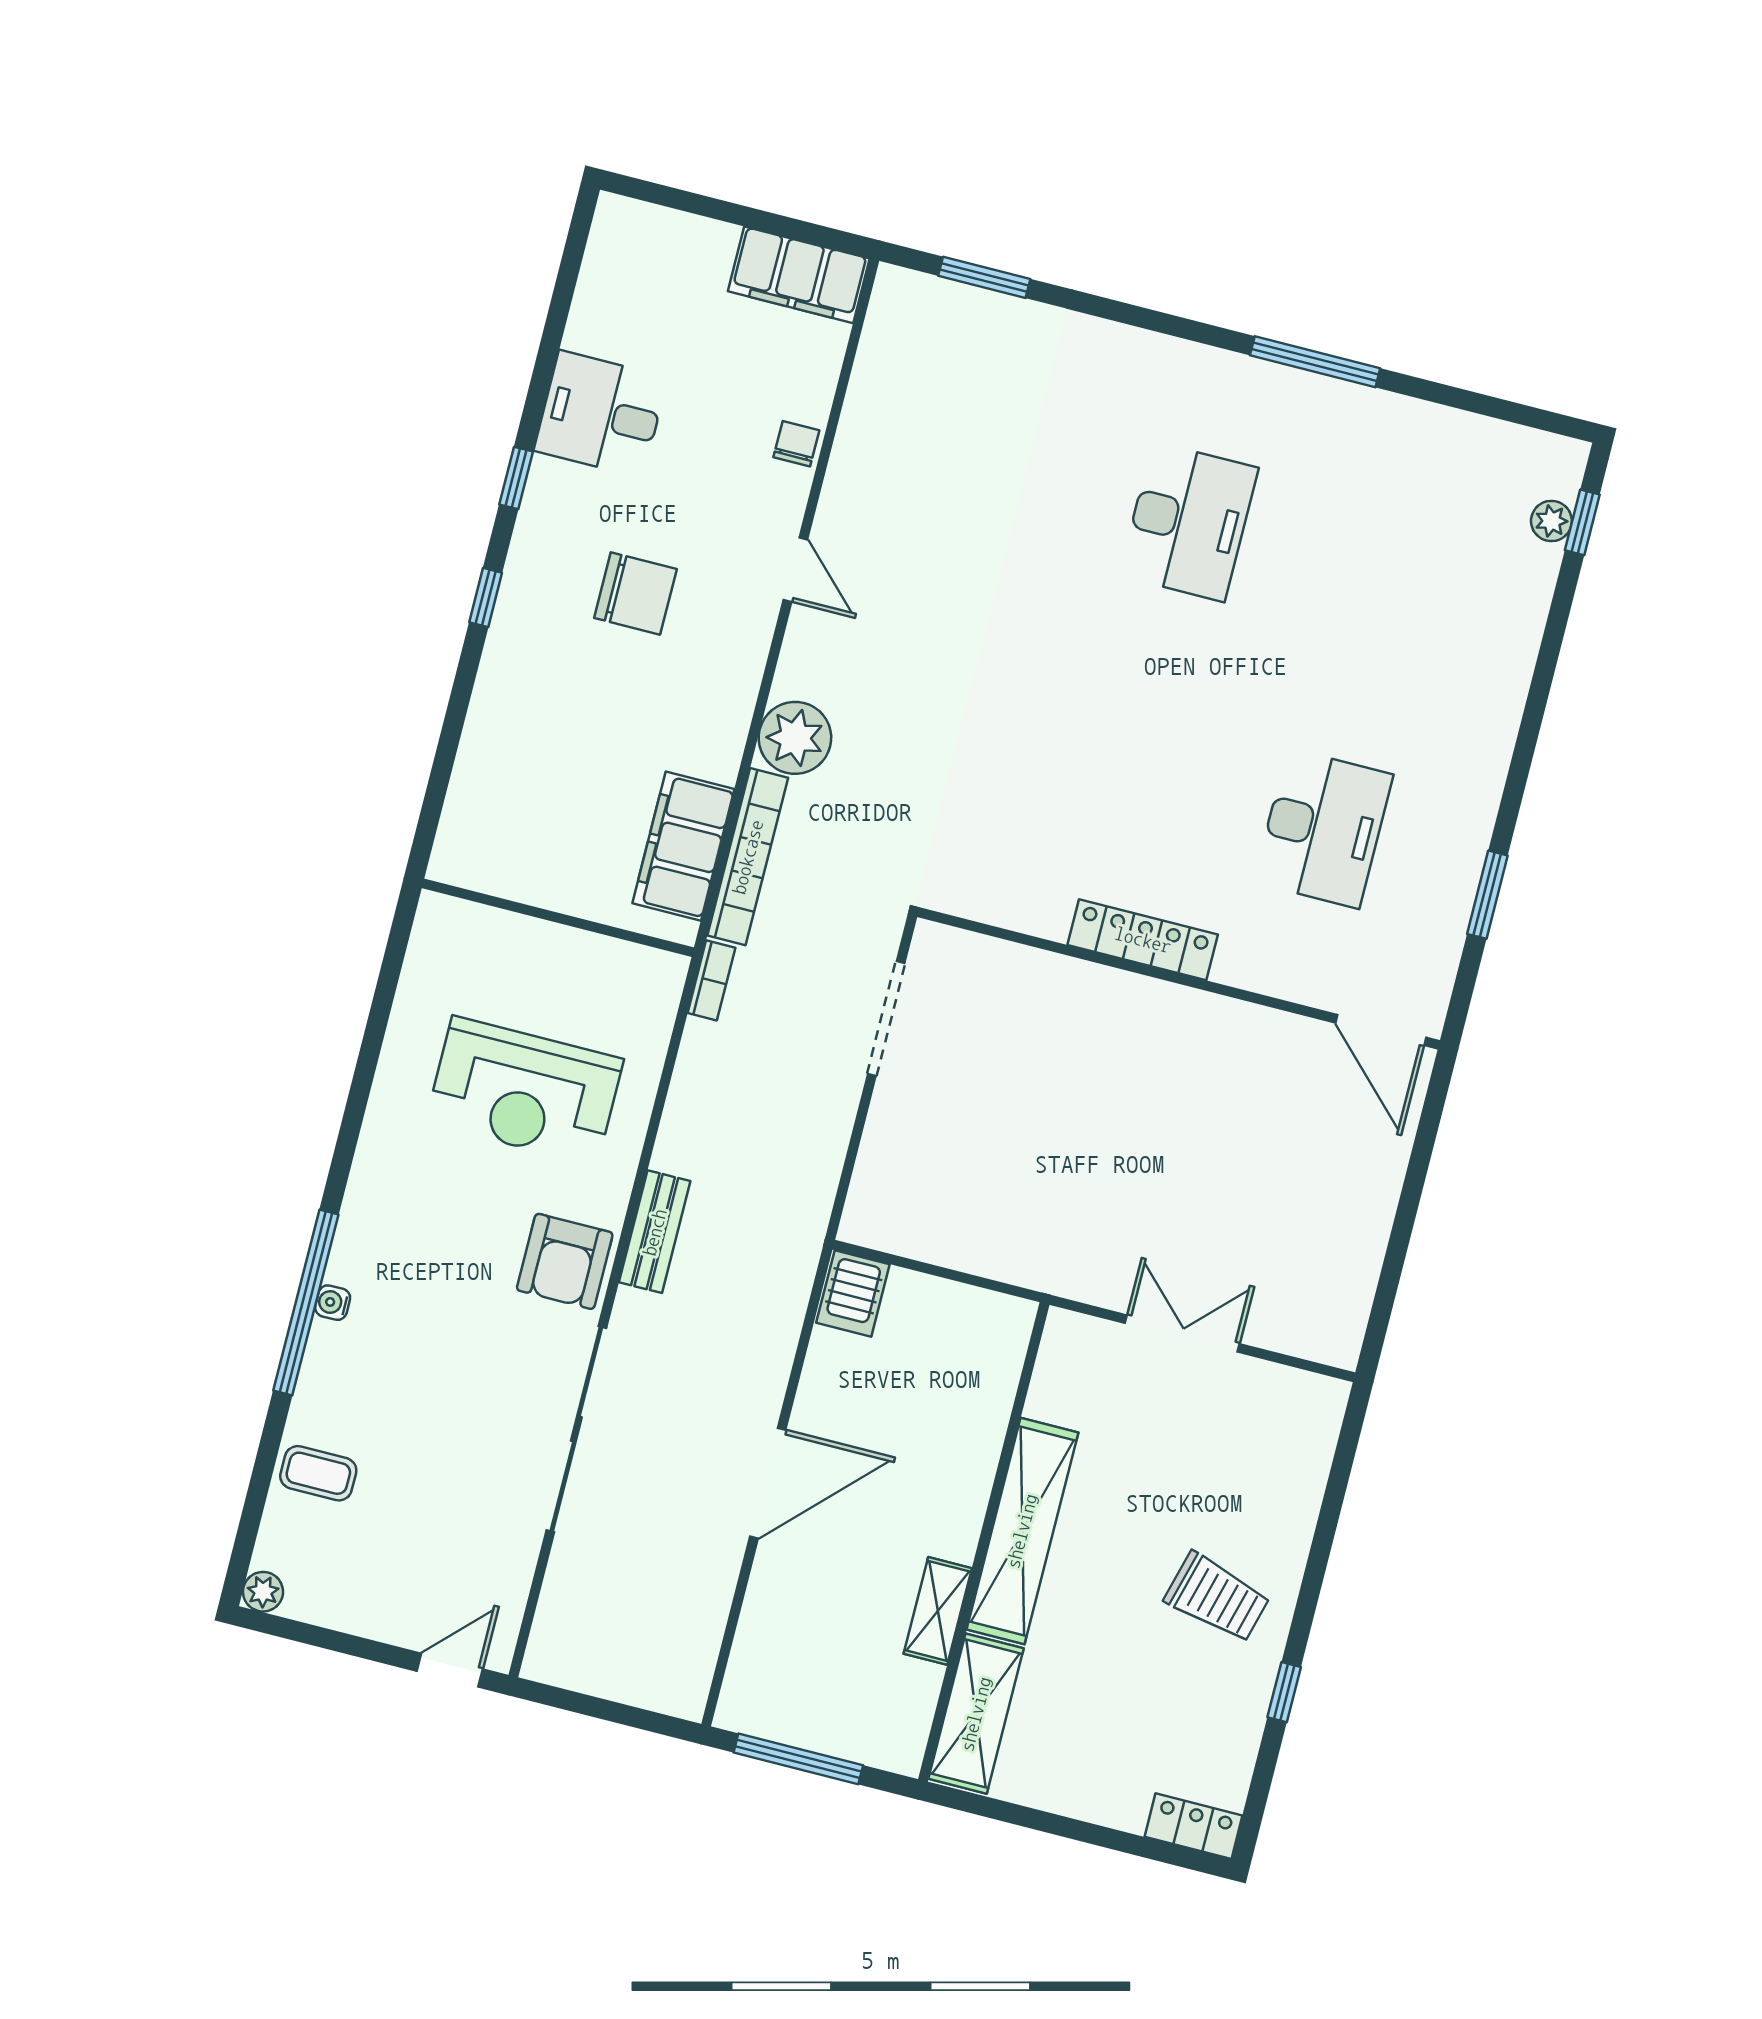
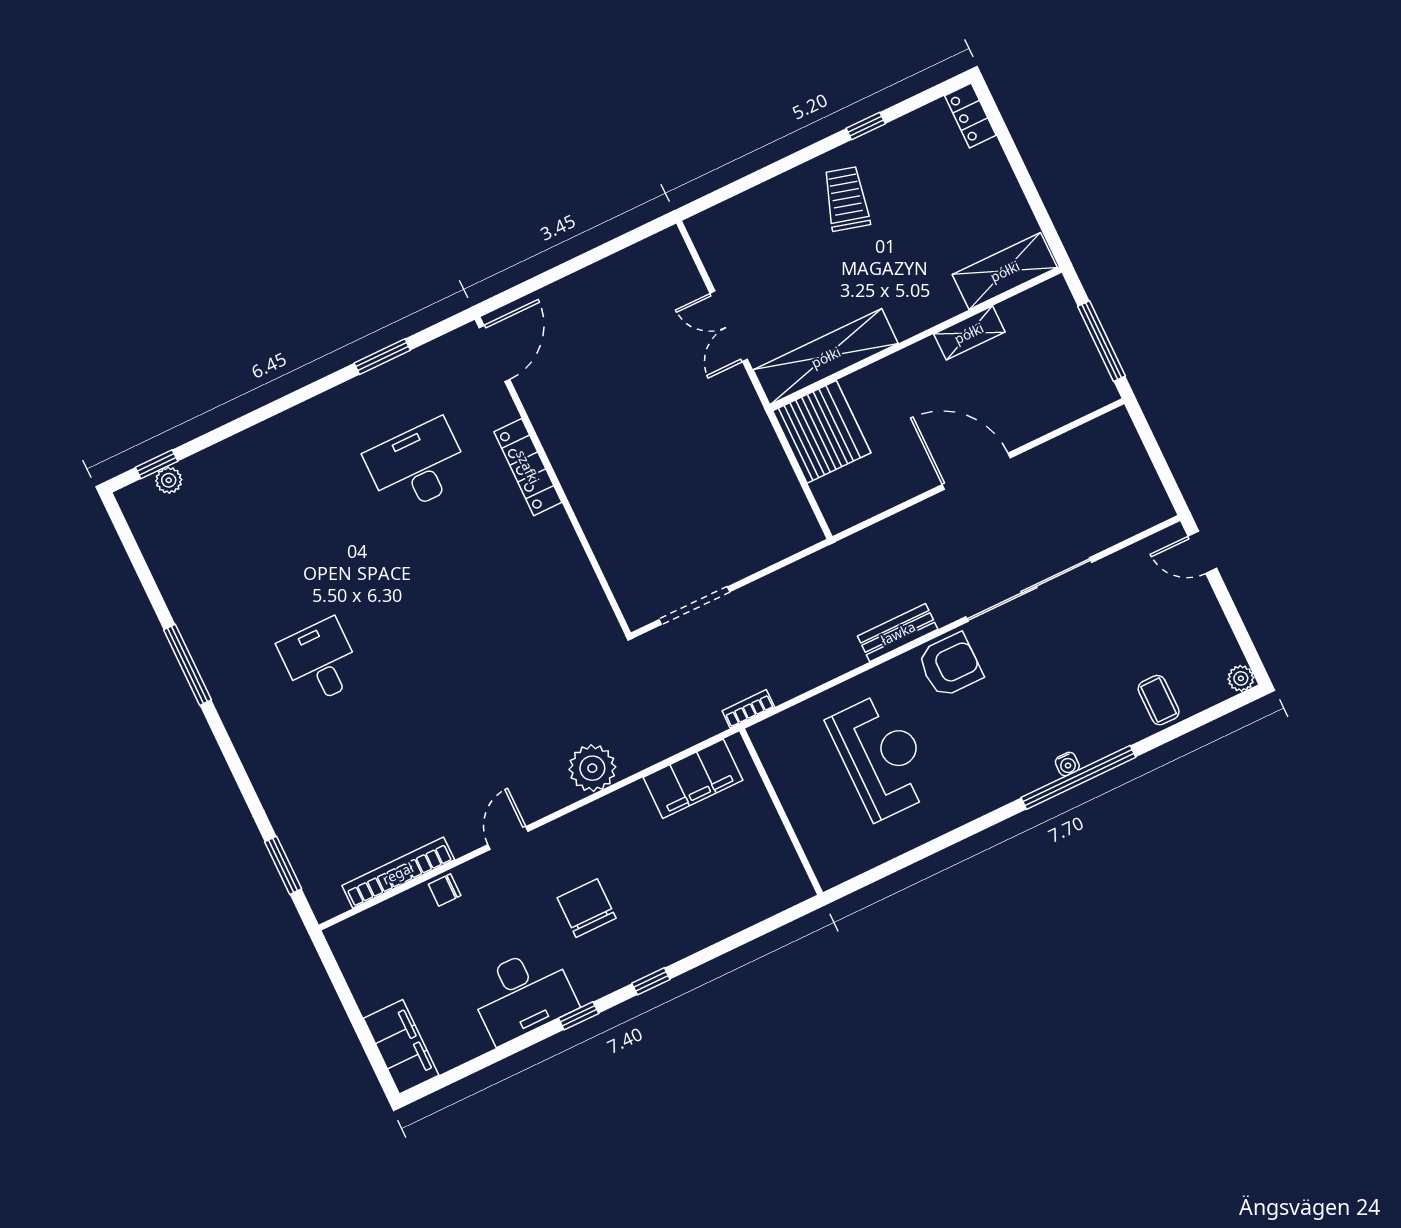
filing cabinet: (799, 275) -> (401, 1047), moved
desk: (601, 414) -> (523, 995), width x1.37
desk: (1189, 522) -> (320, 661), width x0.73
bookcase: (748, 857) -> (398, 873), moved
locker: (1143, 940) -> (528, 467), moved
server rack: (853, 1293) -> (822, 432), moved, width x2.18, depth x1.44
shelving: (1022, 1531) -> (826, 357), moved

